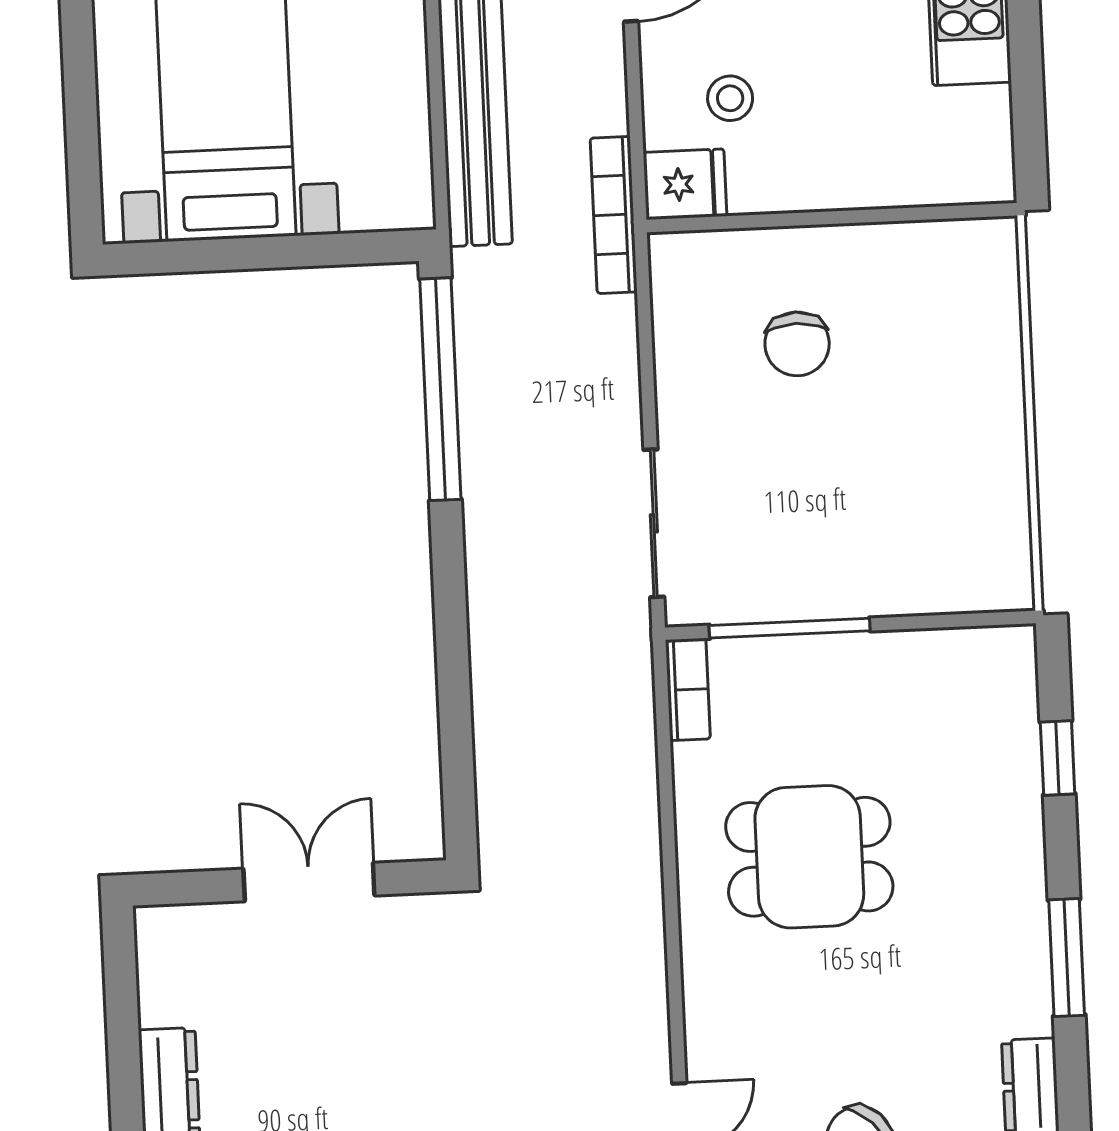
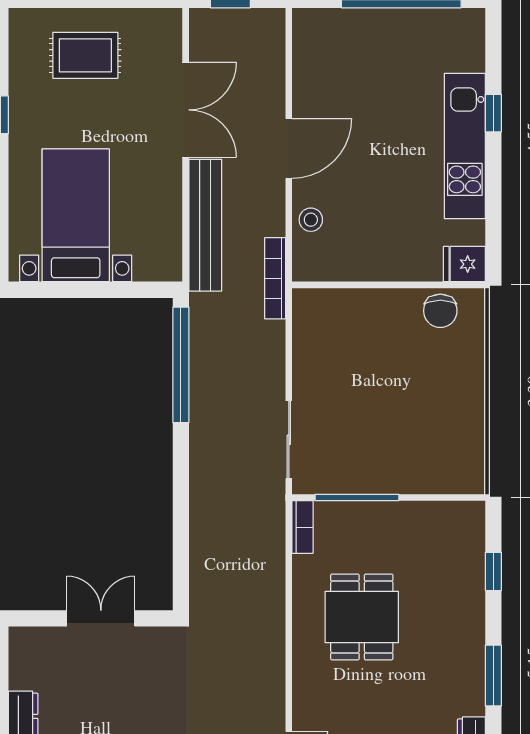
stool: (730, 98) -> (311, 220), moved
fridge: (685, 184) -> (464, 264), moved, turned 180
chair: (797, 344) -> (440, 311), moved
dining table: (809, 857) -> (362, 617), turned 90

